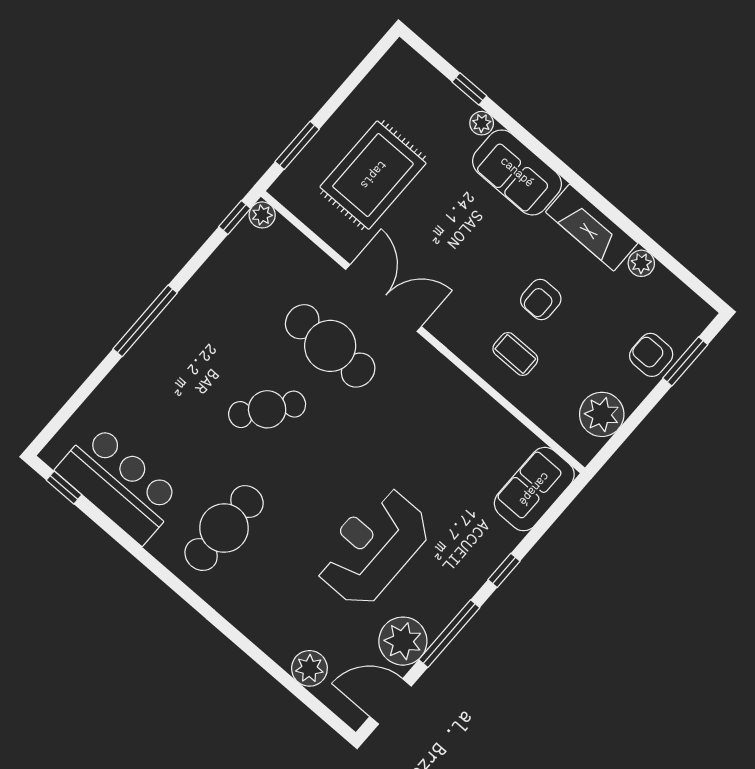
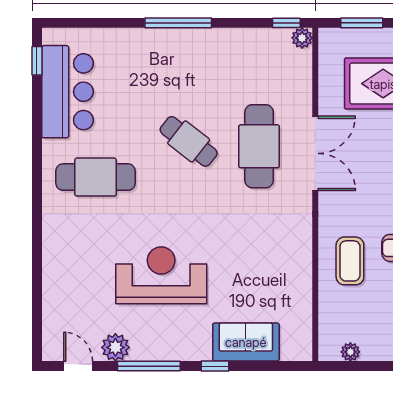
coffee table: (515, 354) -> (350, 261), width x1.36, depth x1.30
plant: (602, 414) -> (350, 352), width x0.53, depth x0.53
sofa: (534, 489) -> (246, 342), moved
plant: (403, 641) -> (115, 347), width x0.73, depth x0.73
plant: (309, 668) -> (56, 301), removed
door: (391, 701) -> (78, 366), width x0.73

